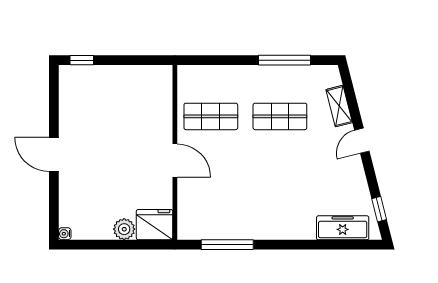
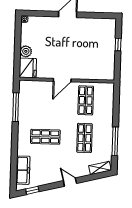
window: (82, 60) -> (118, 44), moved
shelving: (339, 106) -> (100, 168), moved
shop shelf: (280, 188) -> (45, 137), added

